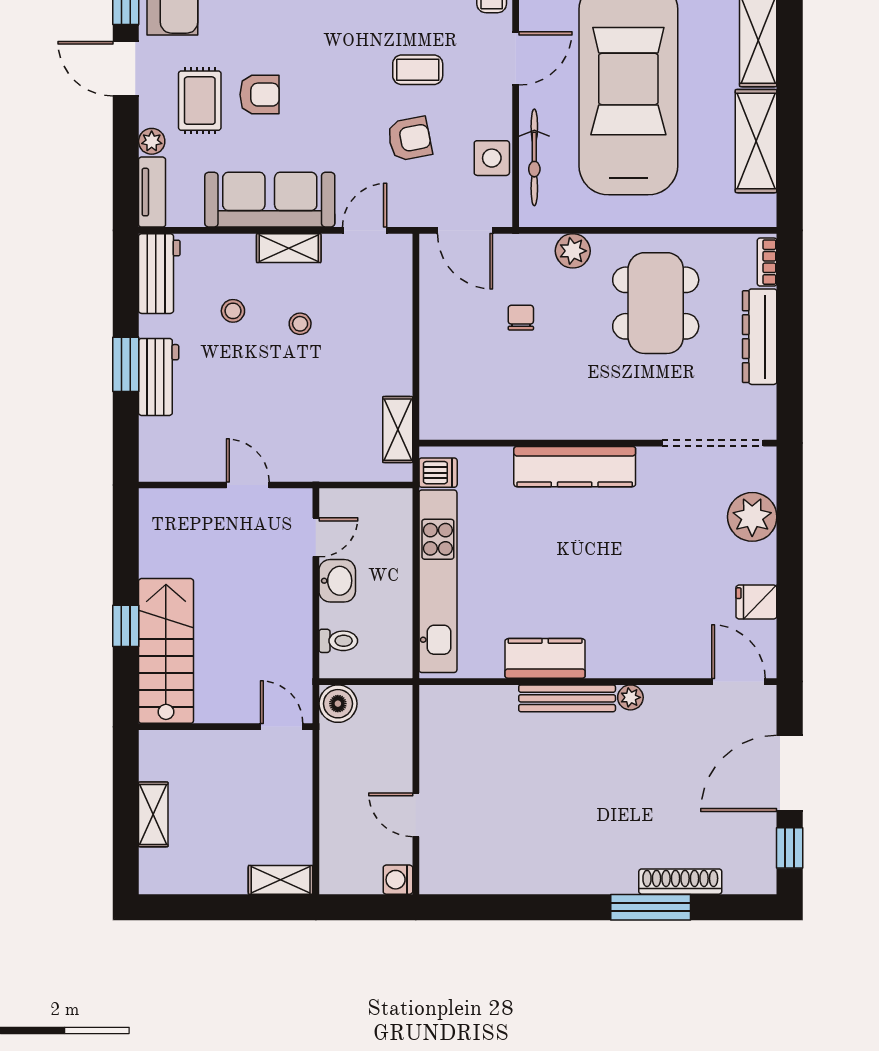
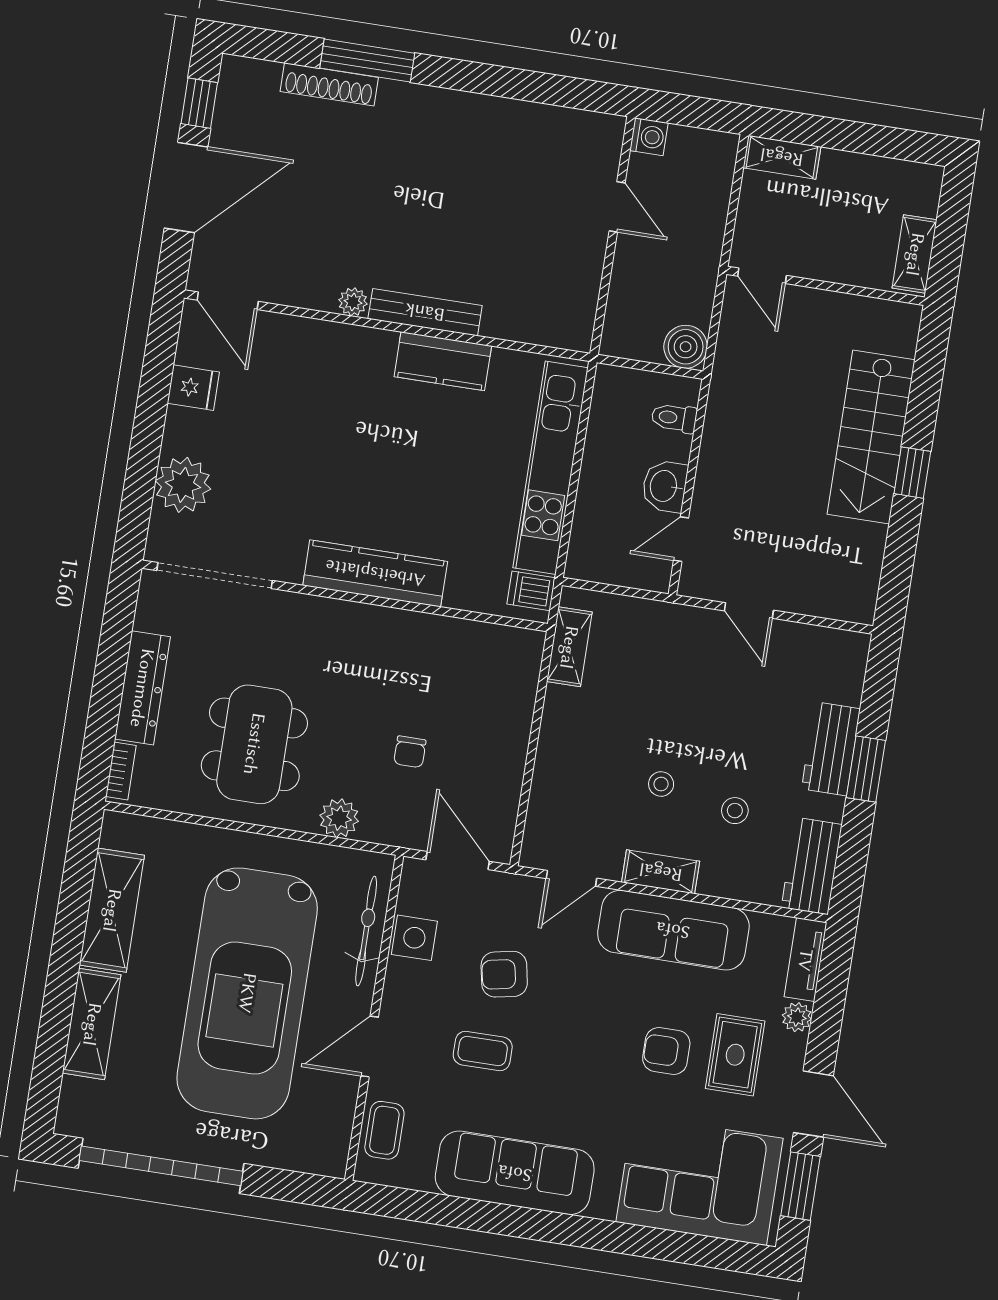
wall: (226, 727) -> (826, 286), moved
door: (282, 727) -> (762, 276), moved

